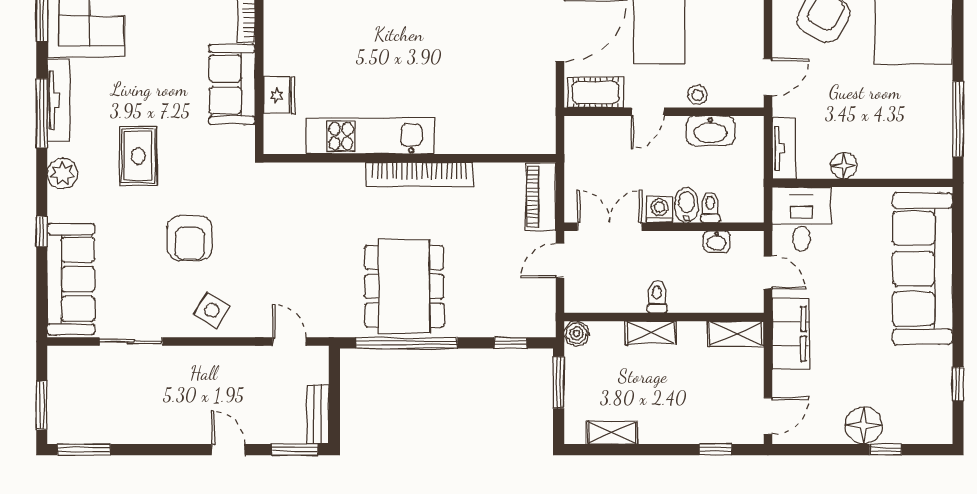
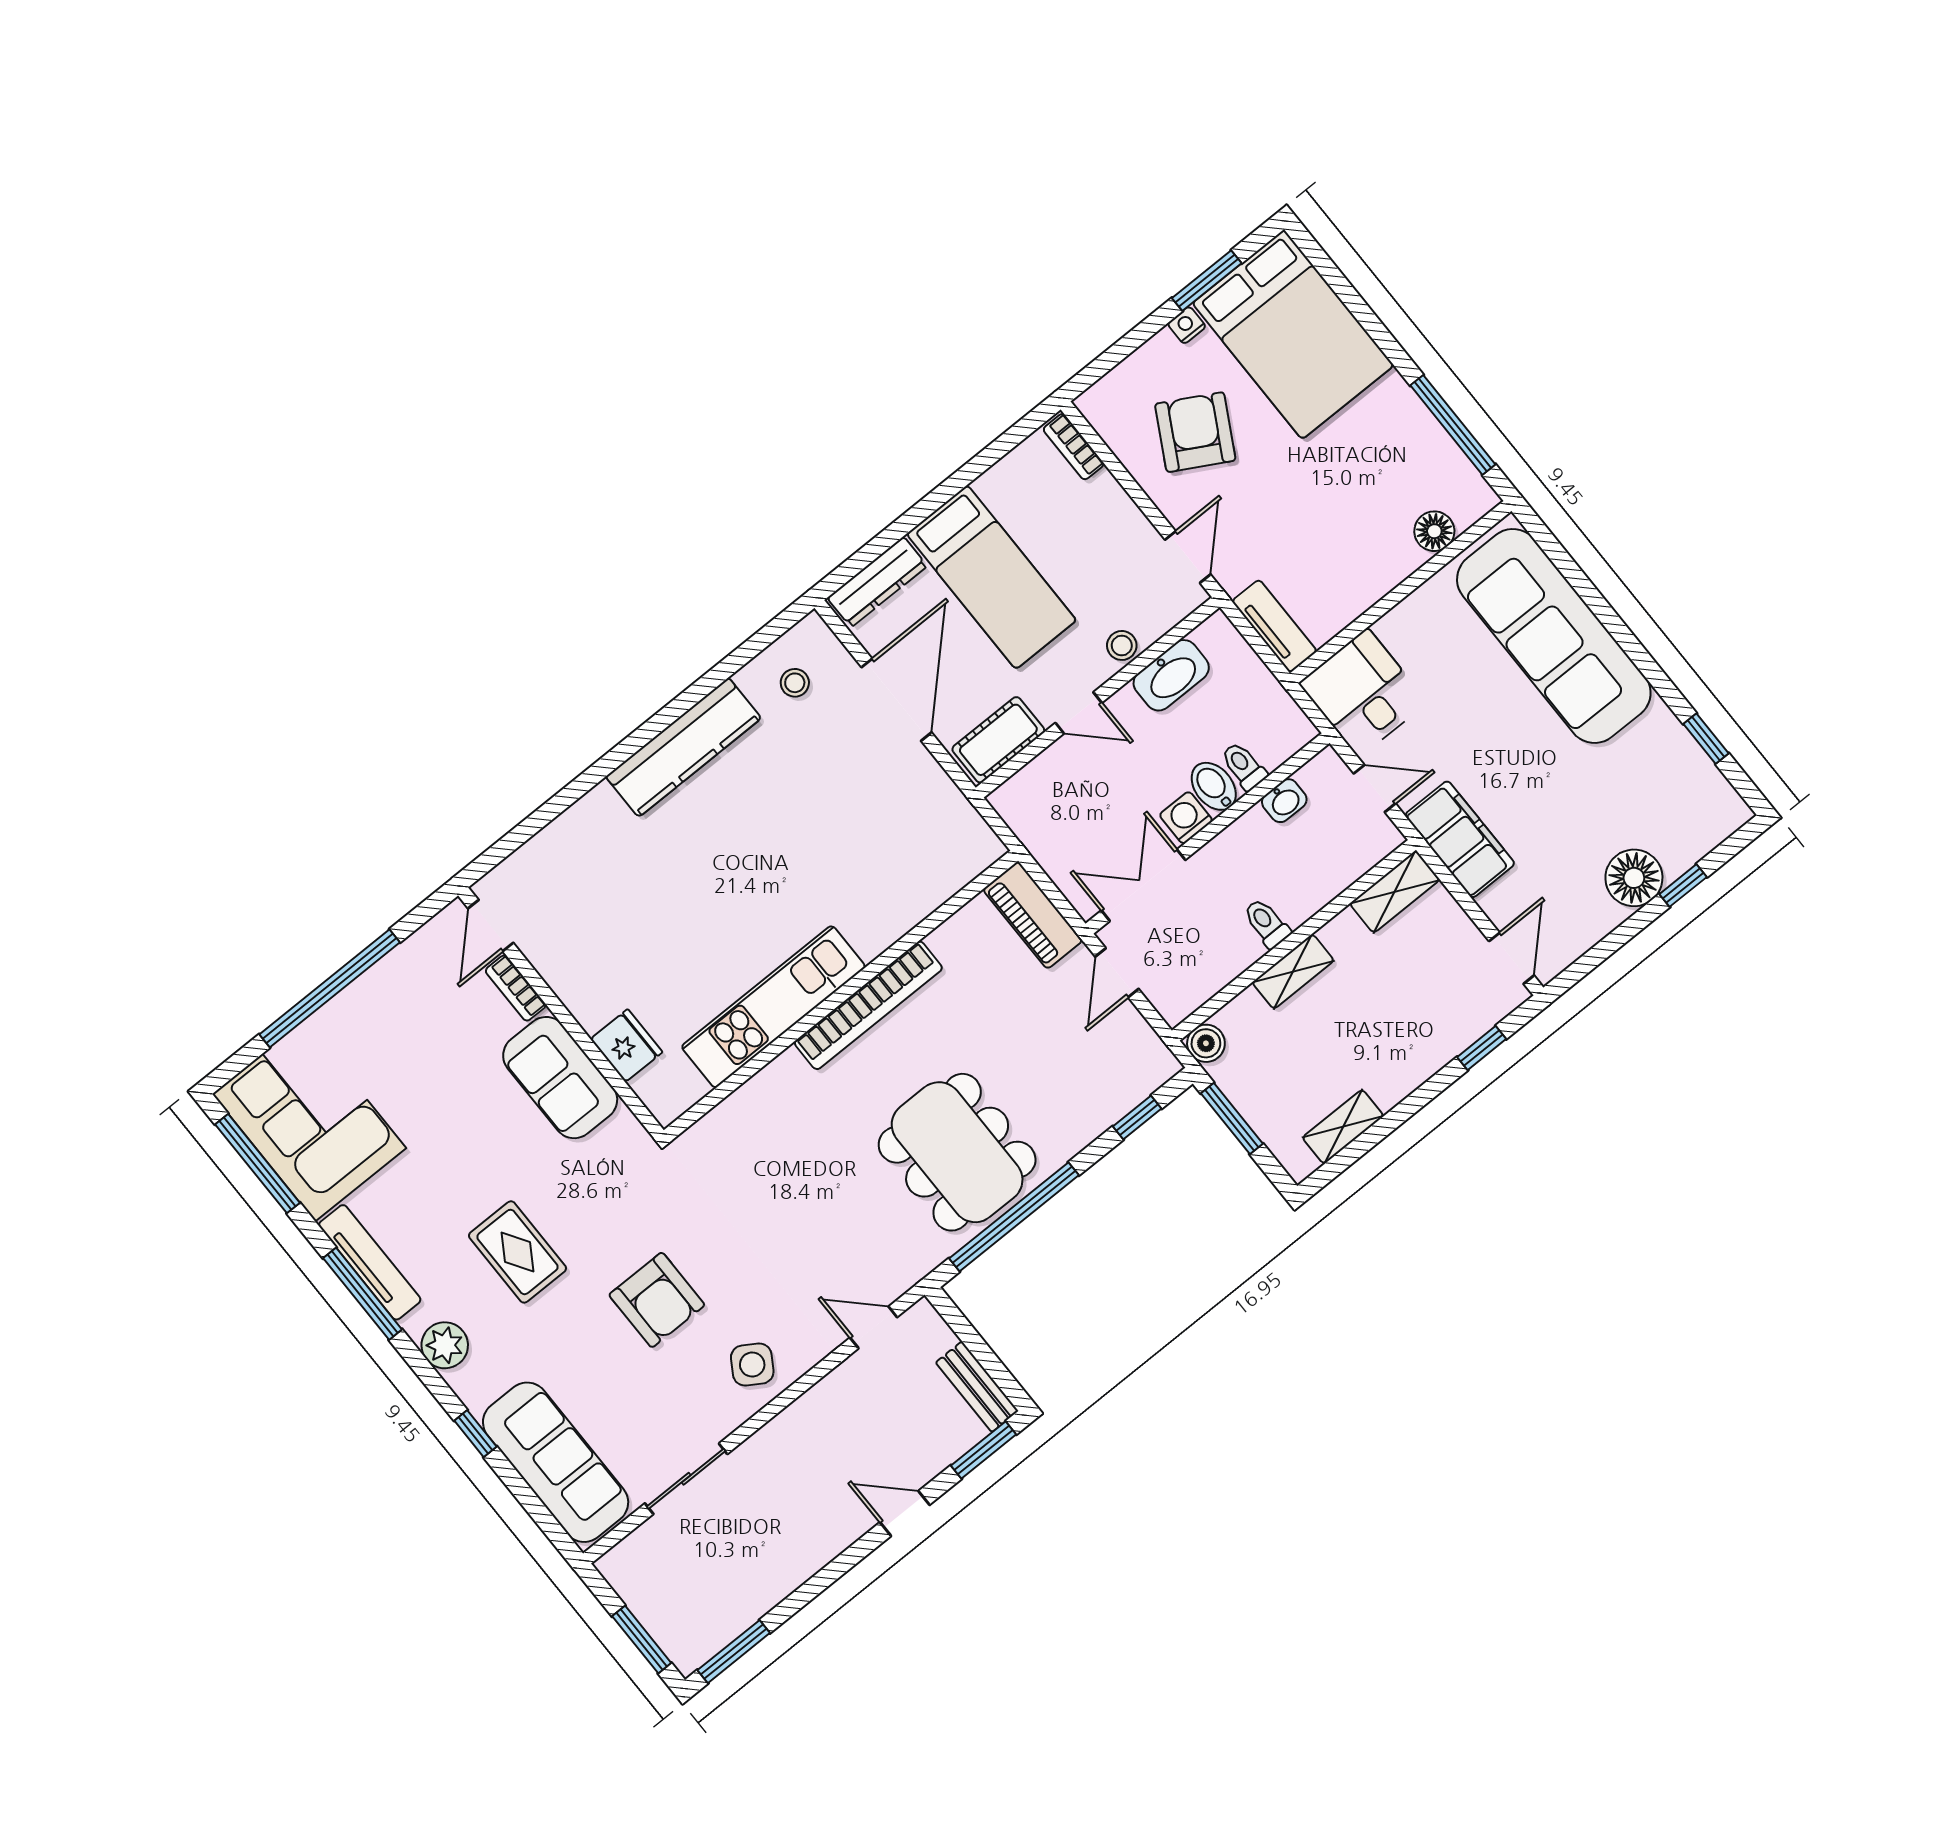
door: (648, 112) -> (1079, 713), hinge flipped
floor lamp: (844, 166) -> (1434, 531), moved

